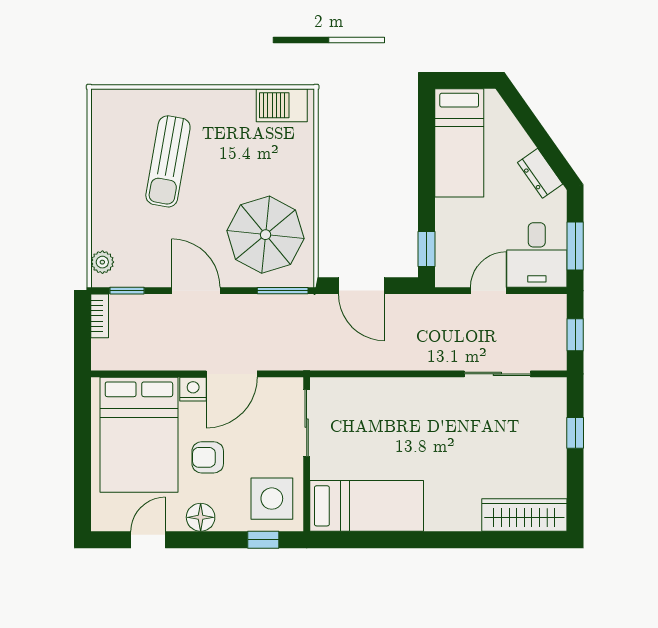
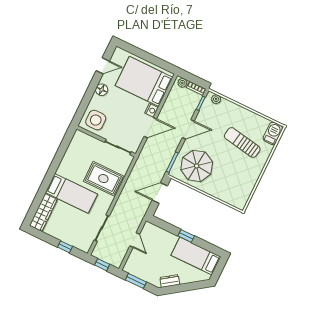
barbecue: (282, 105) -> (273, 133), moved
window: (426, 249) -> (186, 236), moved
desk: (537, 255) -> (139, 265), removed
plant: (102, 351) -> (182, 83), added
door: (232, 374) -> (150, 128), swing flipped
rug: (389, 422) -> (103, 179), added
armchair: (208, 457) -> (123, 103), removed
bed: (367, 506) -> (71, 193), moved, turned -90
door: (148, 540) -> (103, 66), hinge flipped
window: (263, 540) -> (82, 109), removed

